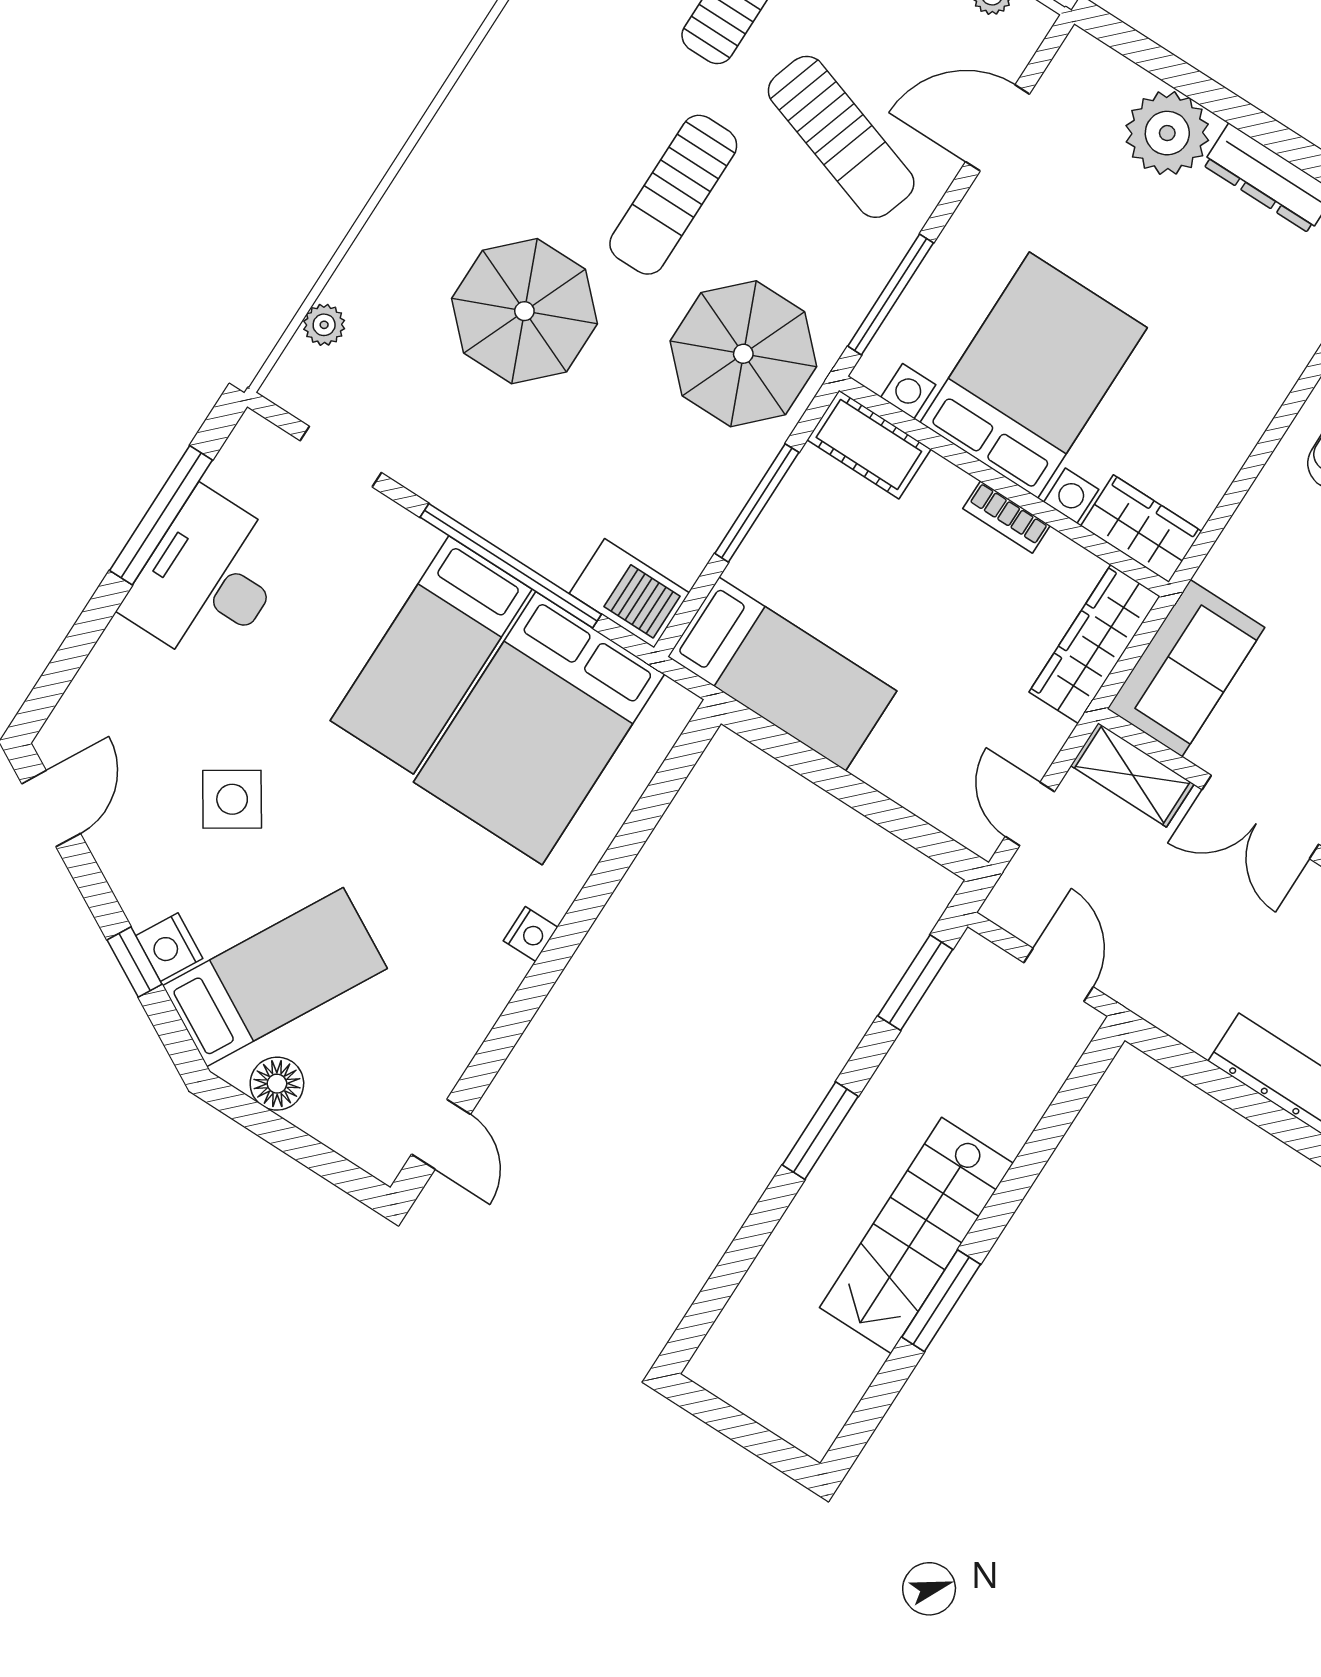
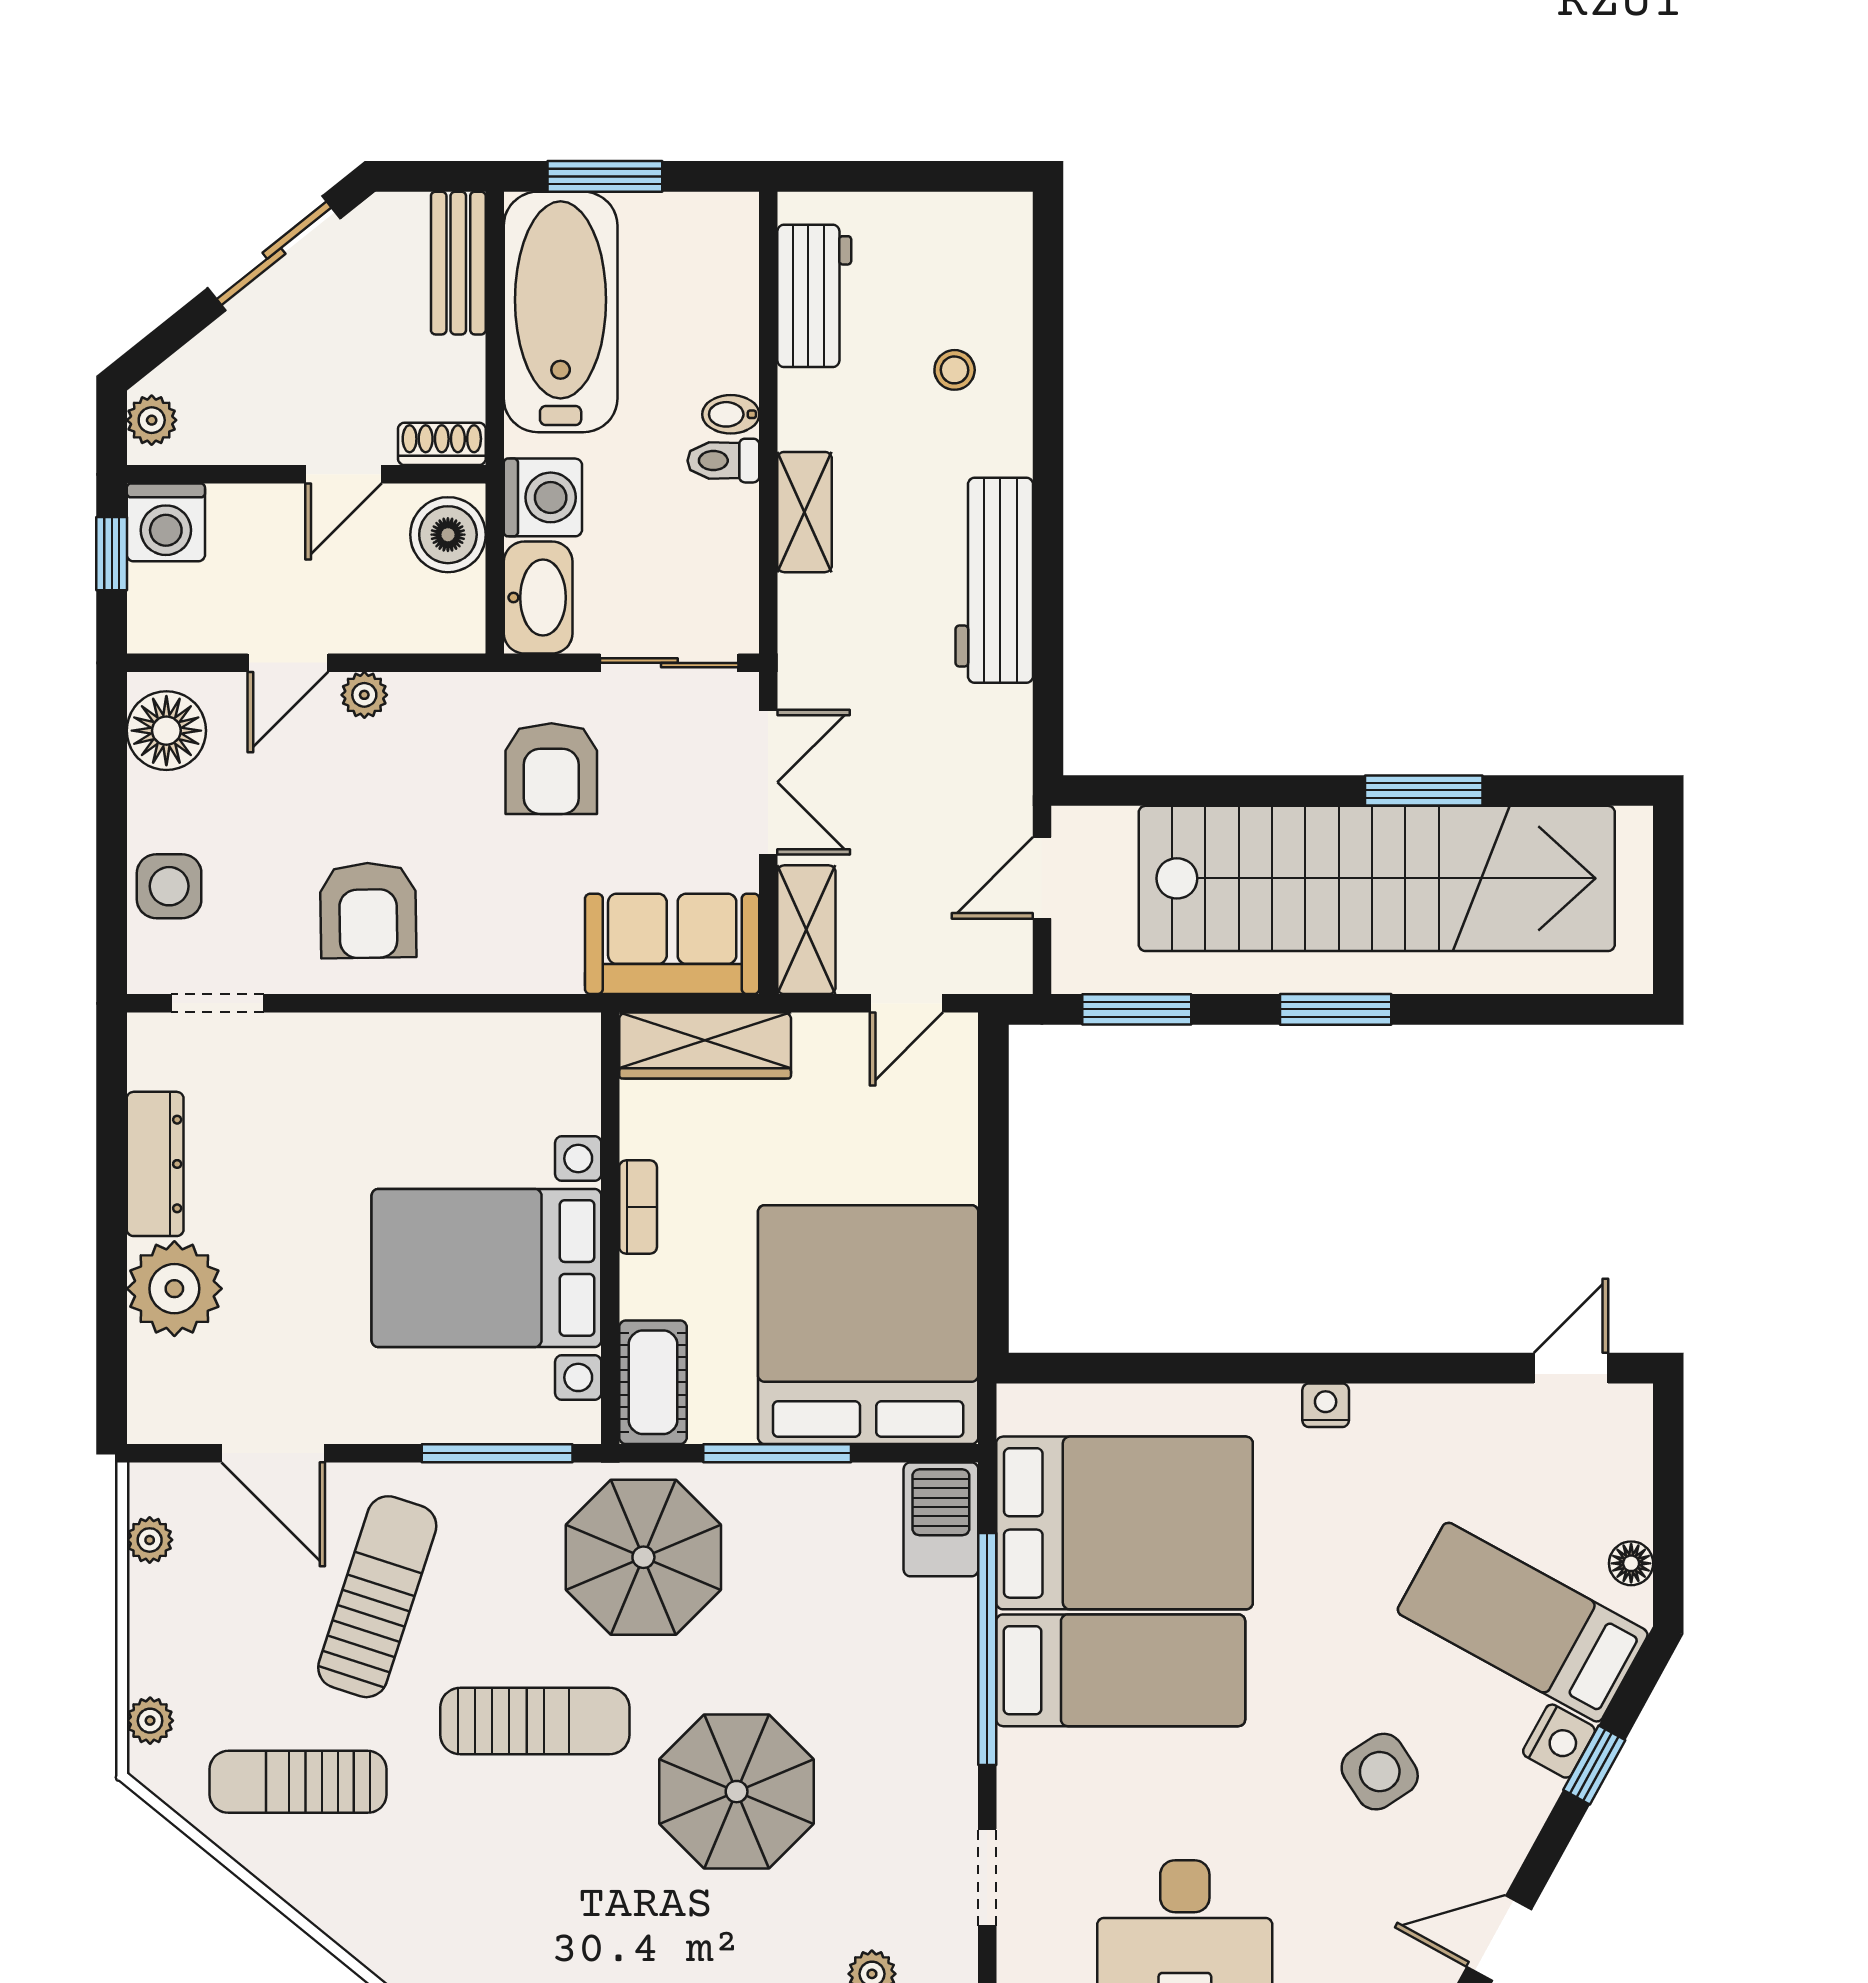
wardrobe: (1141, 529) -> (567, 1072), removed
bed: (782, 674) -> (868, 1325), width x2.04
floor lamp: (277, 1084) -> (1631, 1563), width x0.73, depth x0.73
stairs: (916, 1235) -> (1377, 878), width x1.86, depth x1.51

